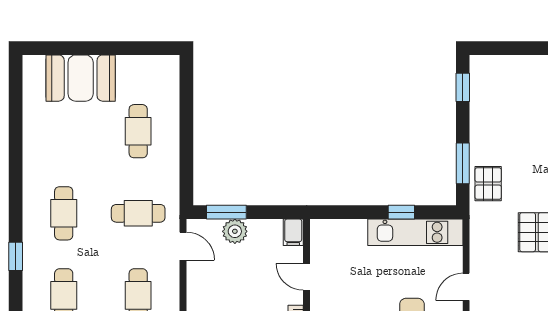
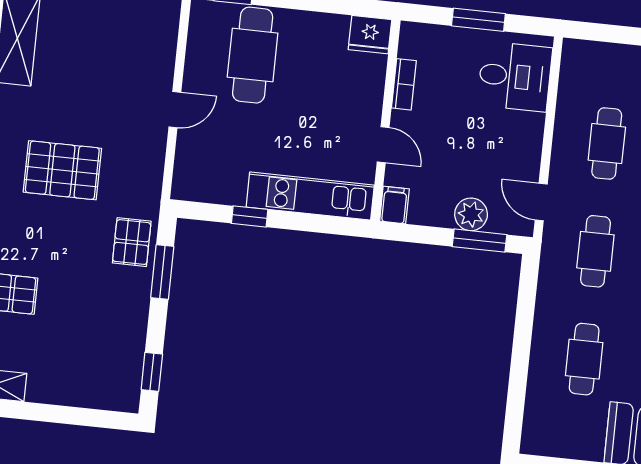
cafe table: (138, 213) -> (595, 251), turned 90
kitchen unit: (415, 232) -> (310, 196), moved

